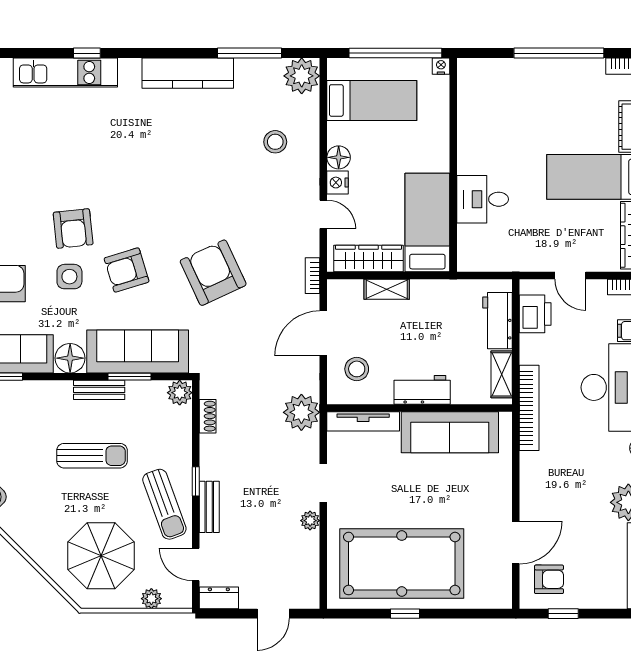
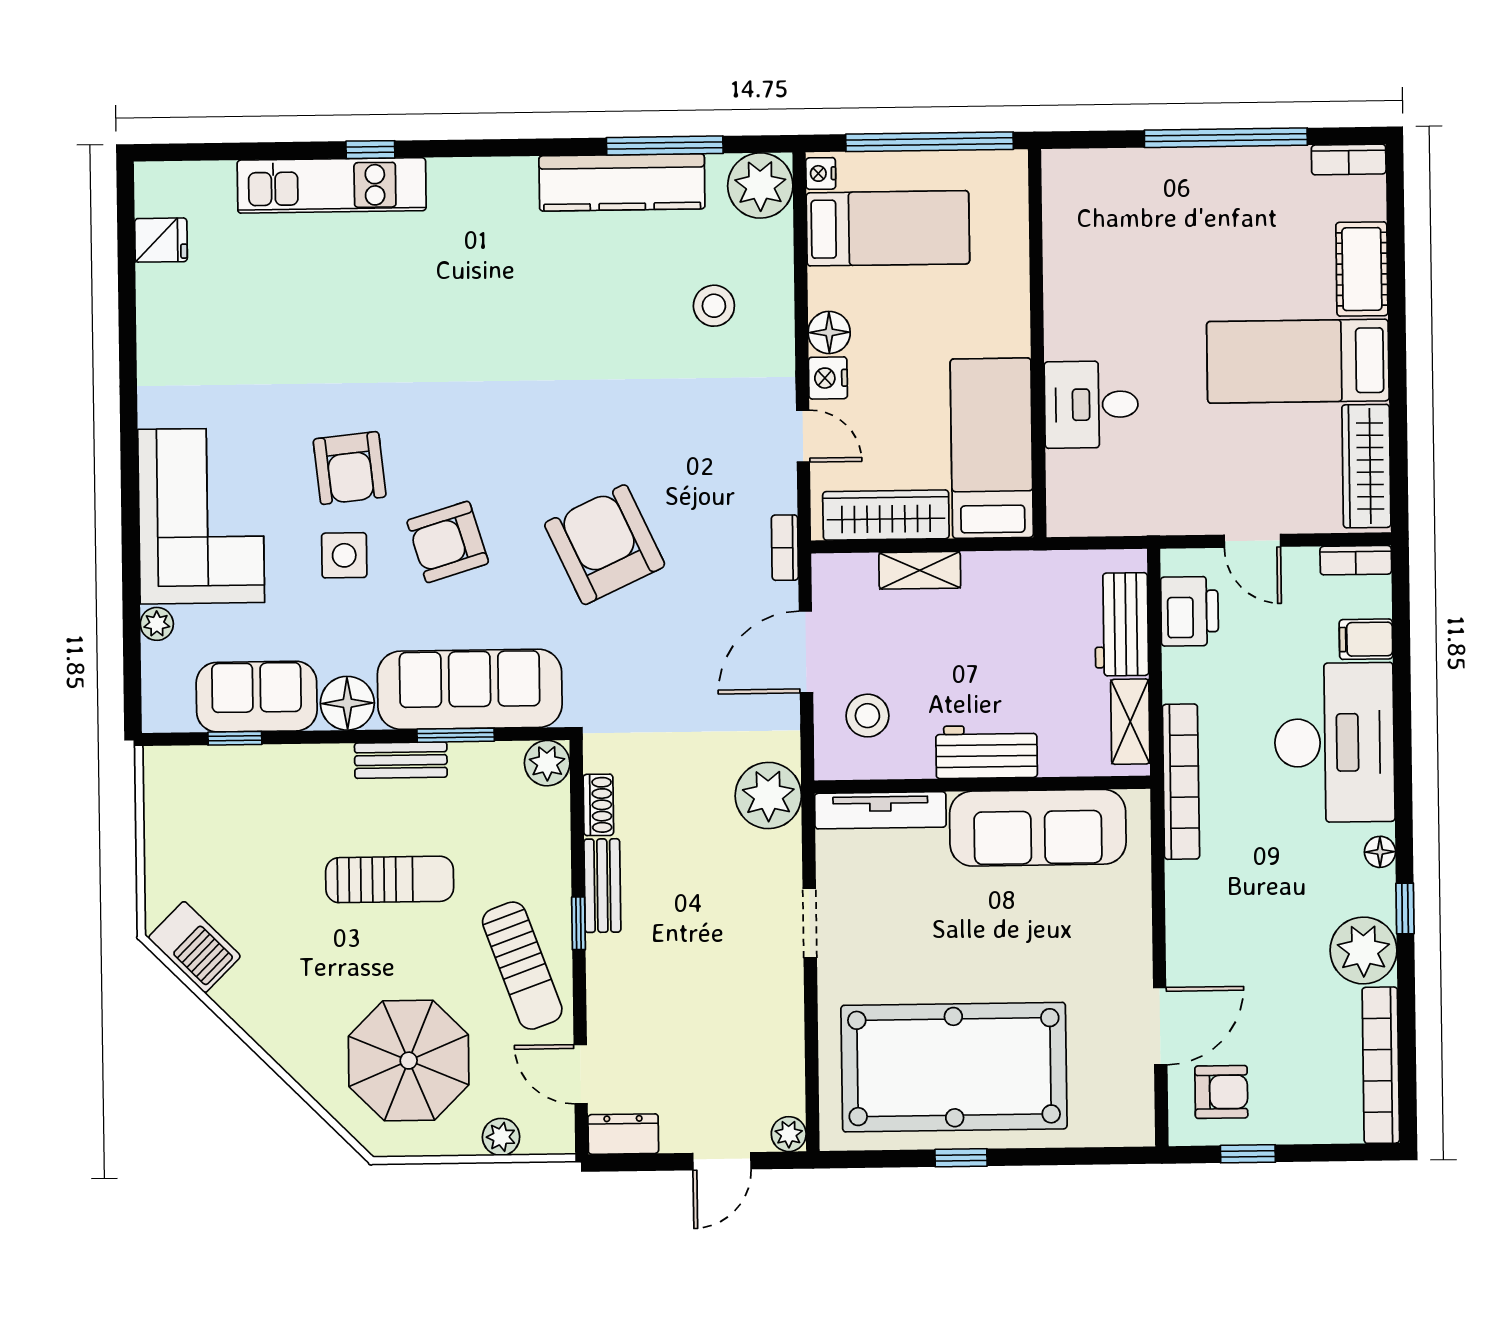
nightstand: (441, 66) -> (821, 173), moved, turned -90
kitchen counter: (188, 73) -> (622, 182), moved
bench: (209, 507) -> (602, 886), moved
plant: (310, 521) -> (789, 1134), moved

